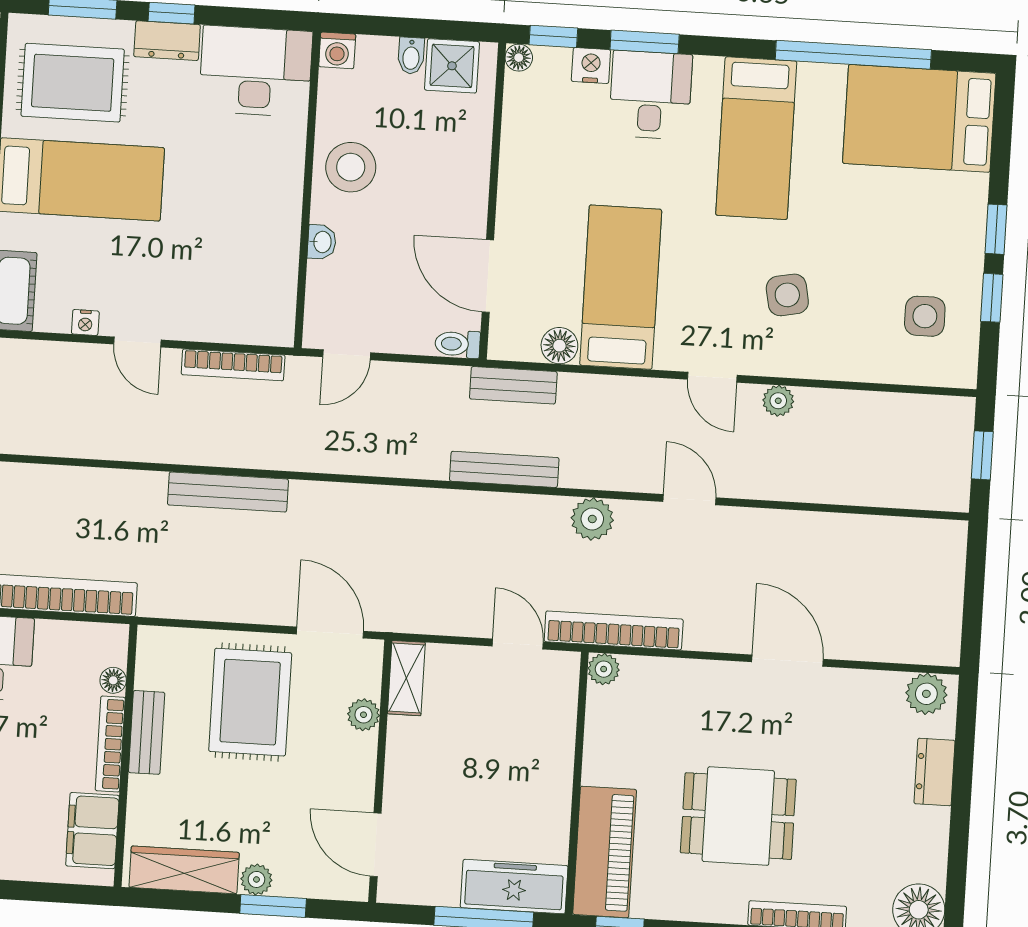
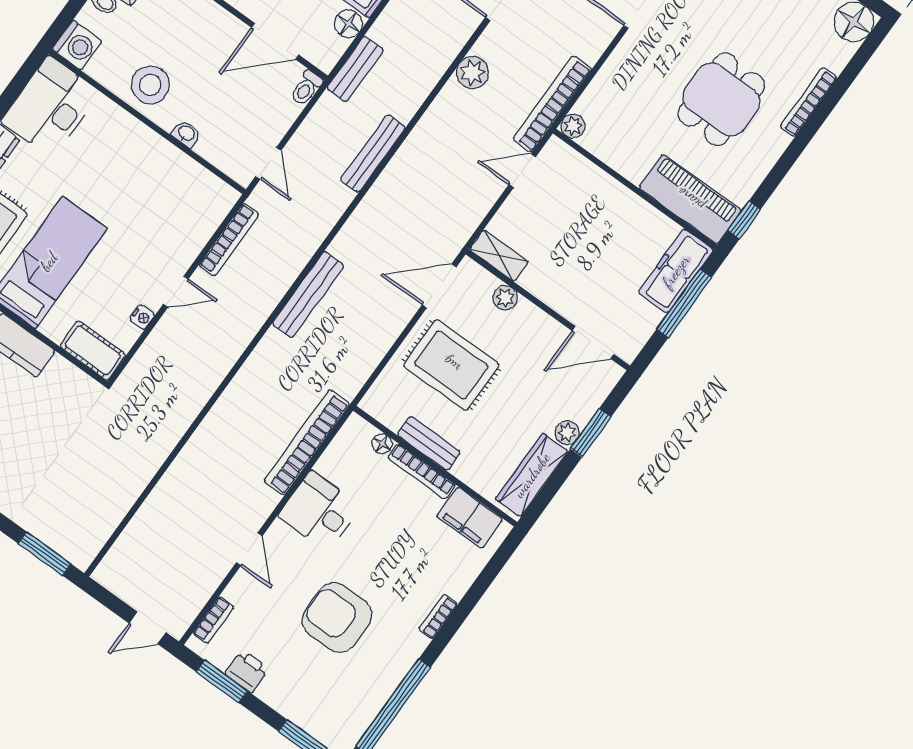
washing machine: (337, 50) -> (77, 45), width x1.38, depth x1.38
bench: (504, 469) -> (373, 154), moved

